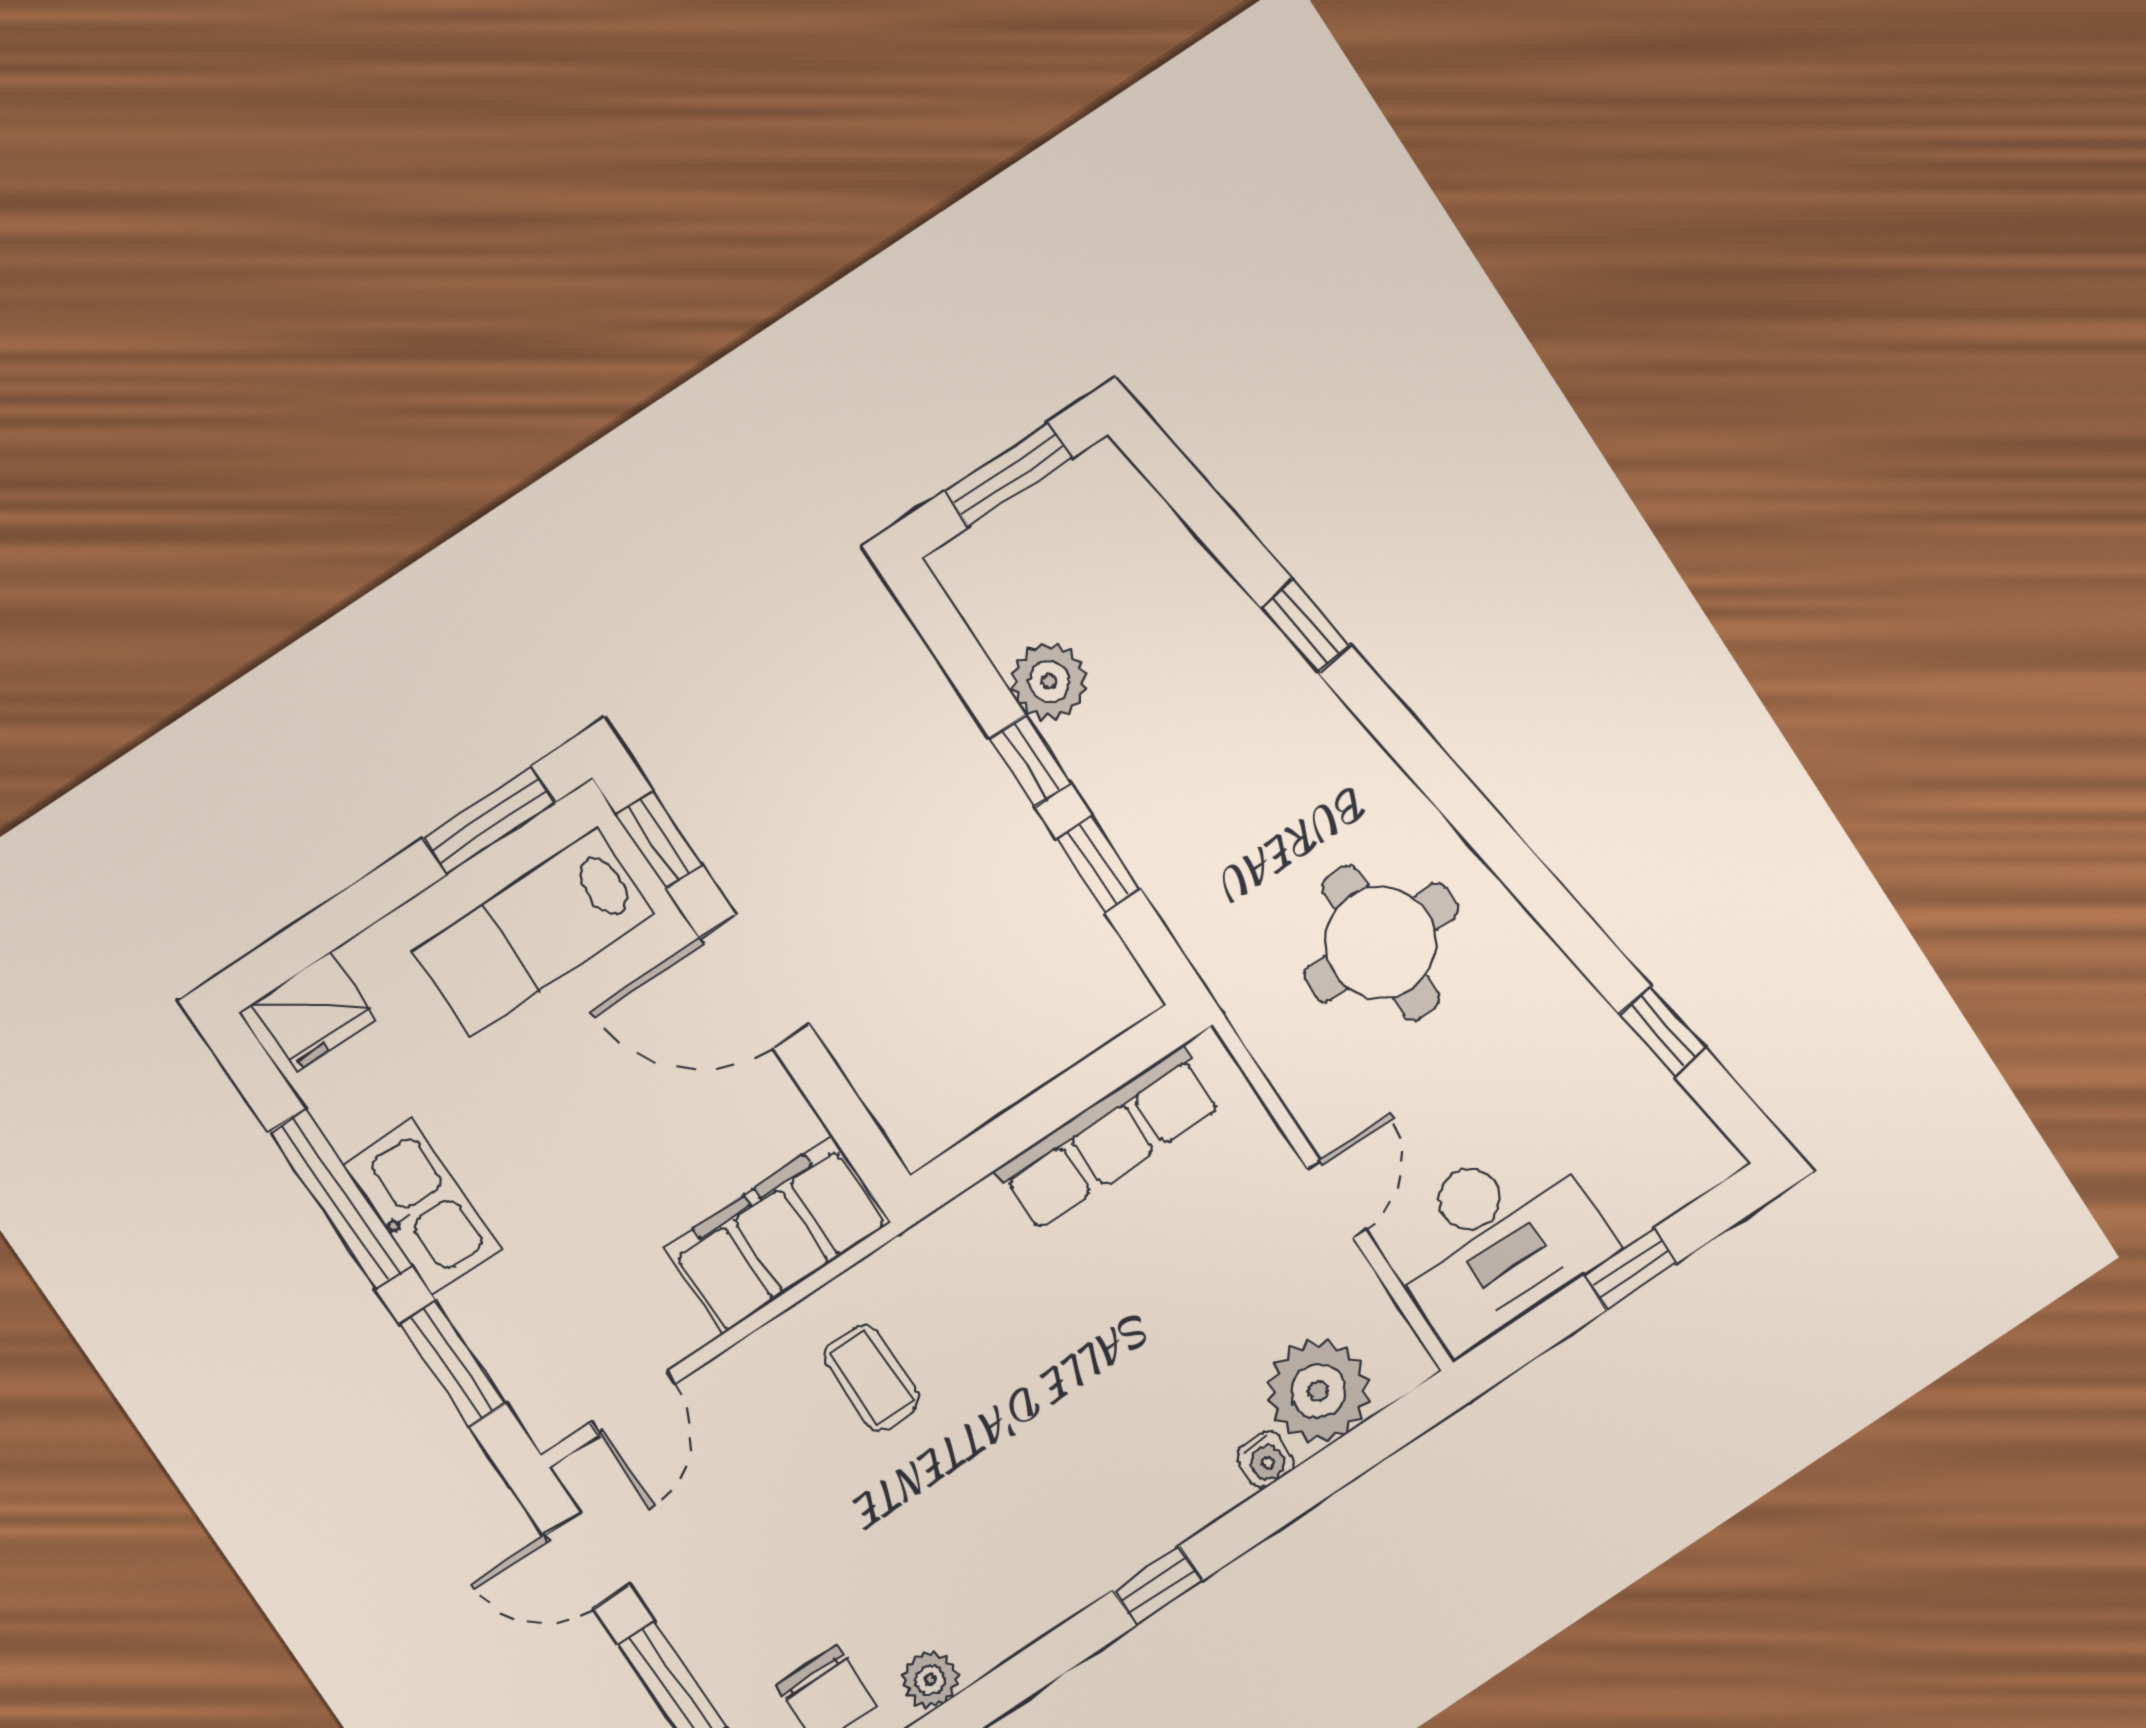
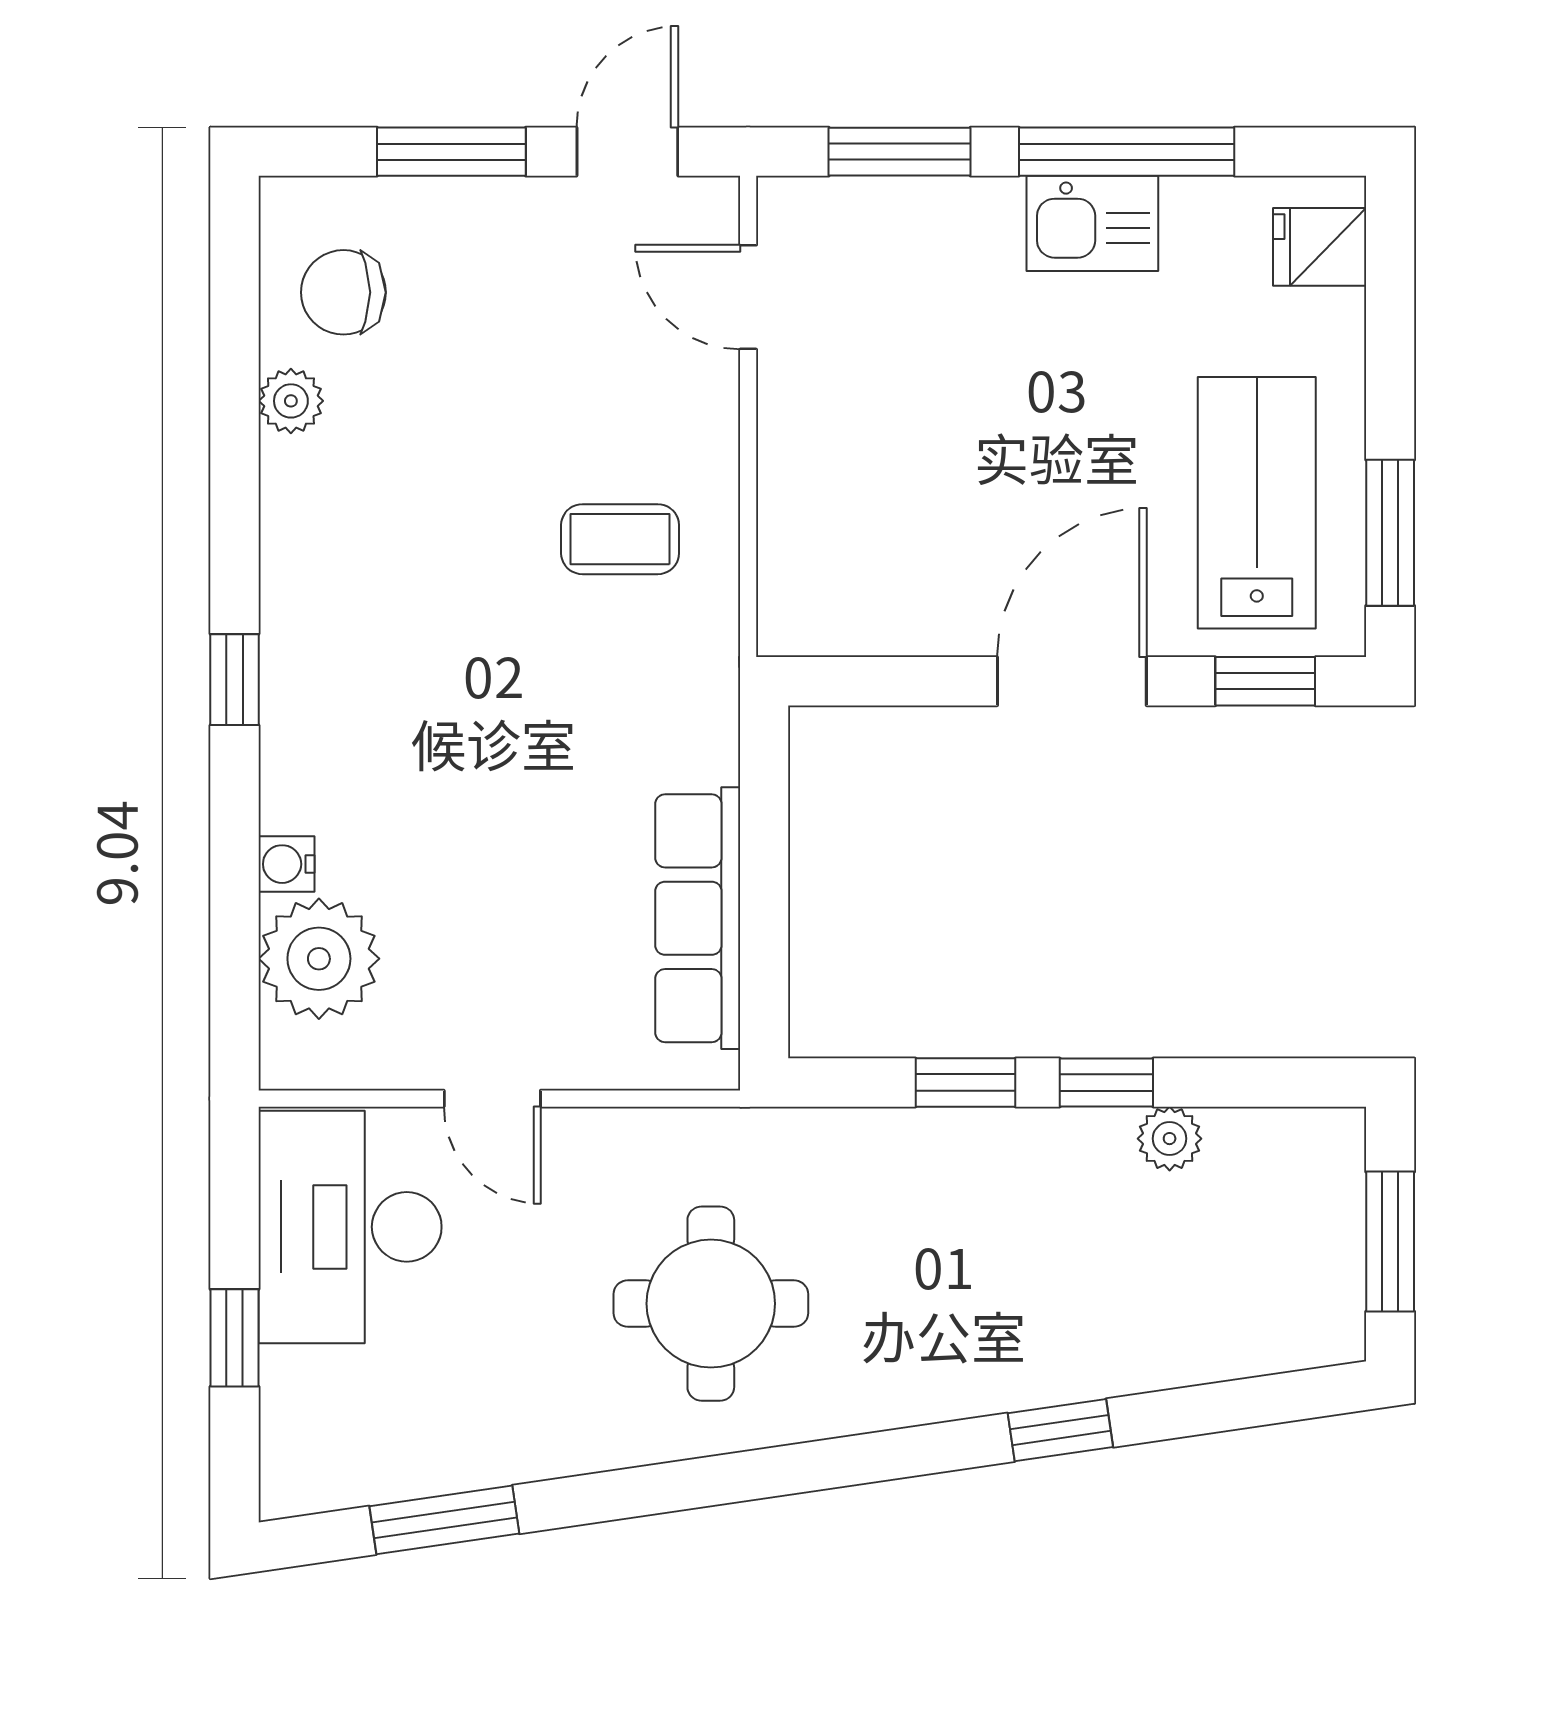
plant: (1049, 682) -> (1170, 1139), width x0.73, depth x0.73
fridge: (314, 1012) -> (1320, 247), width x0.72
window: (1663, 1031) -> (444, 1520), width x1.50
kitchen sink: (422, 1207) -> (1092, 223), width x0.73
filing cabinet: (778, 1235) -> (816, 541), removed

